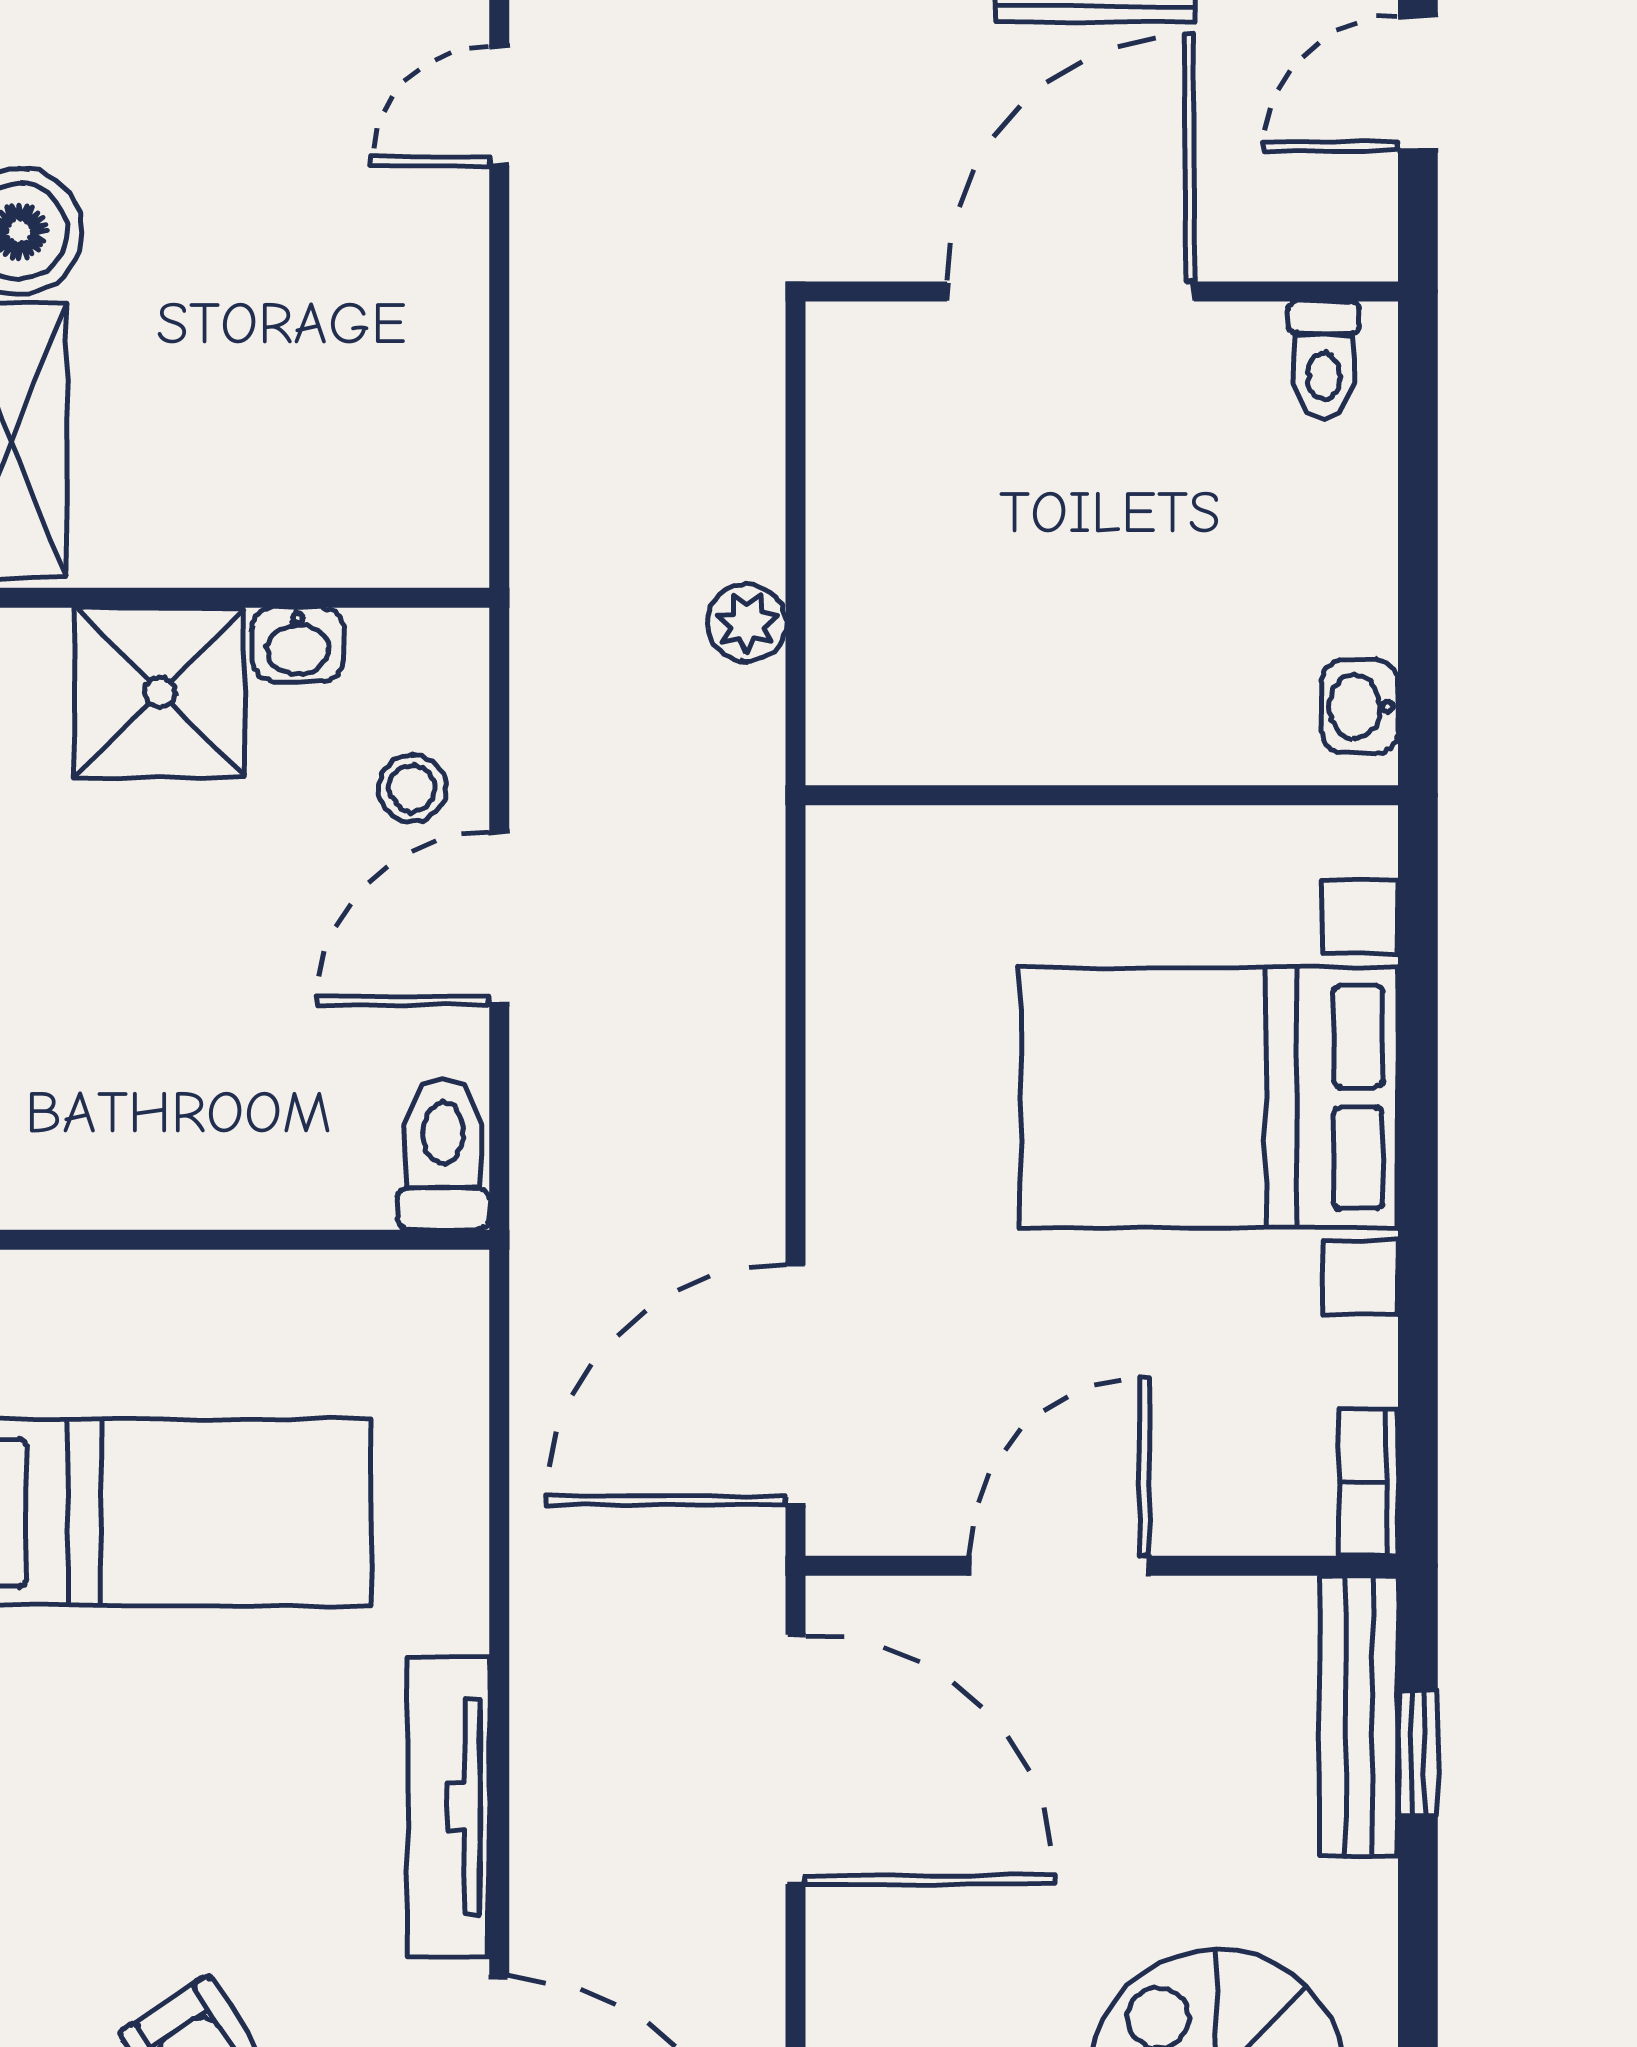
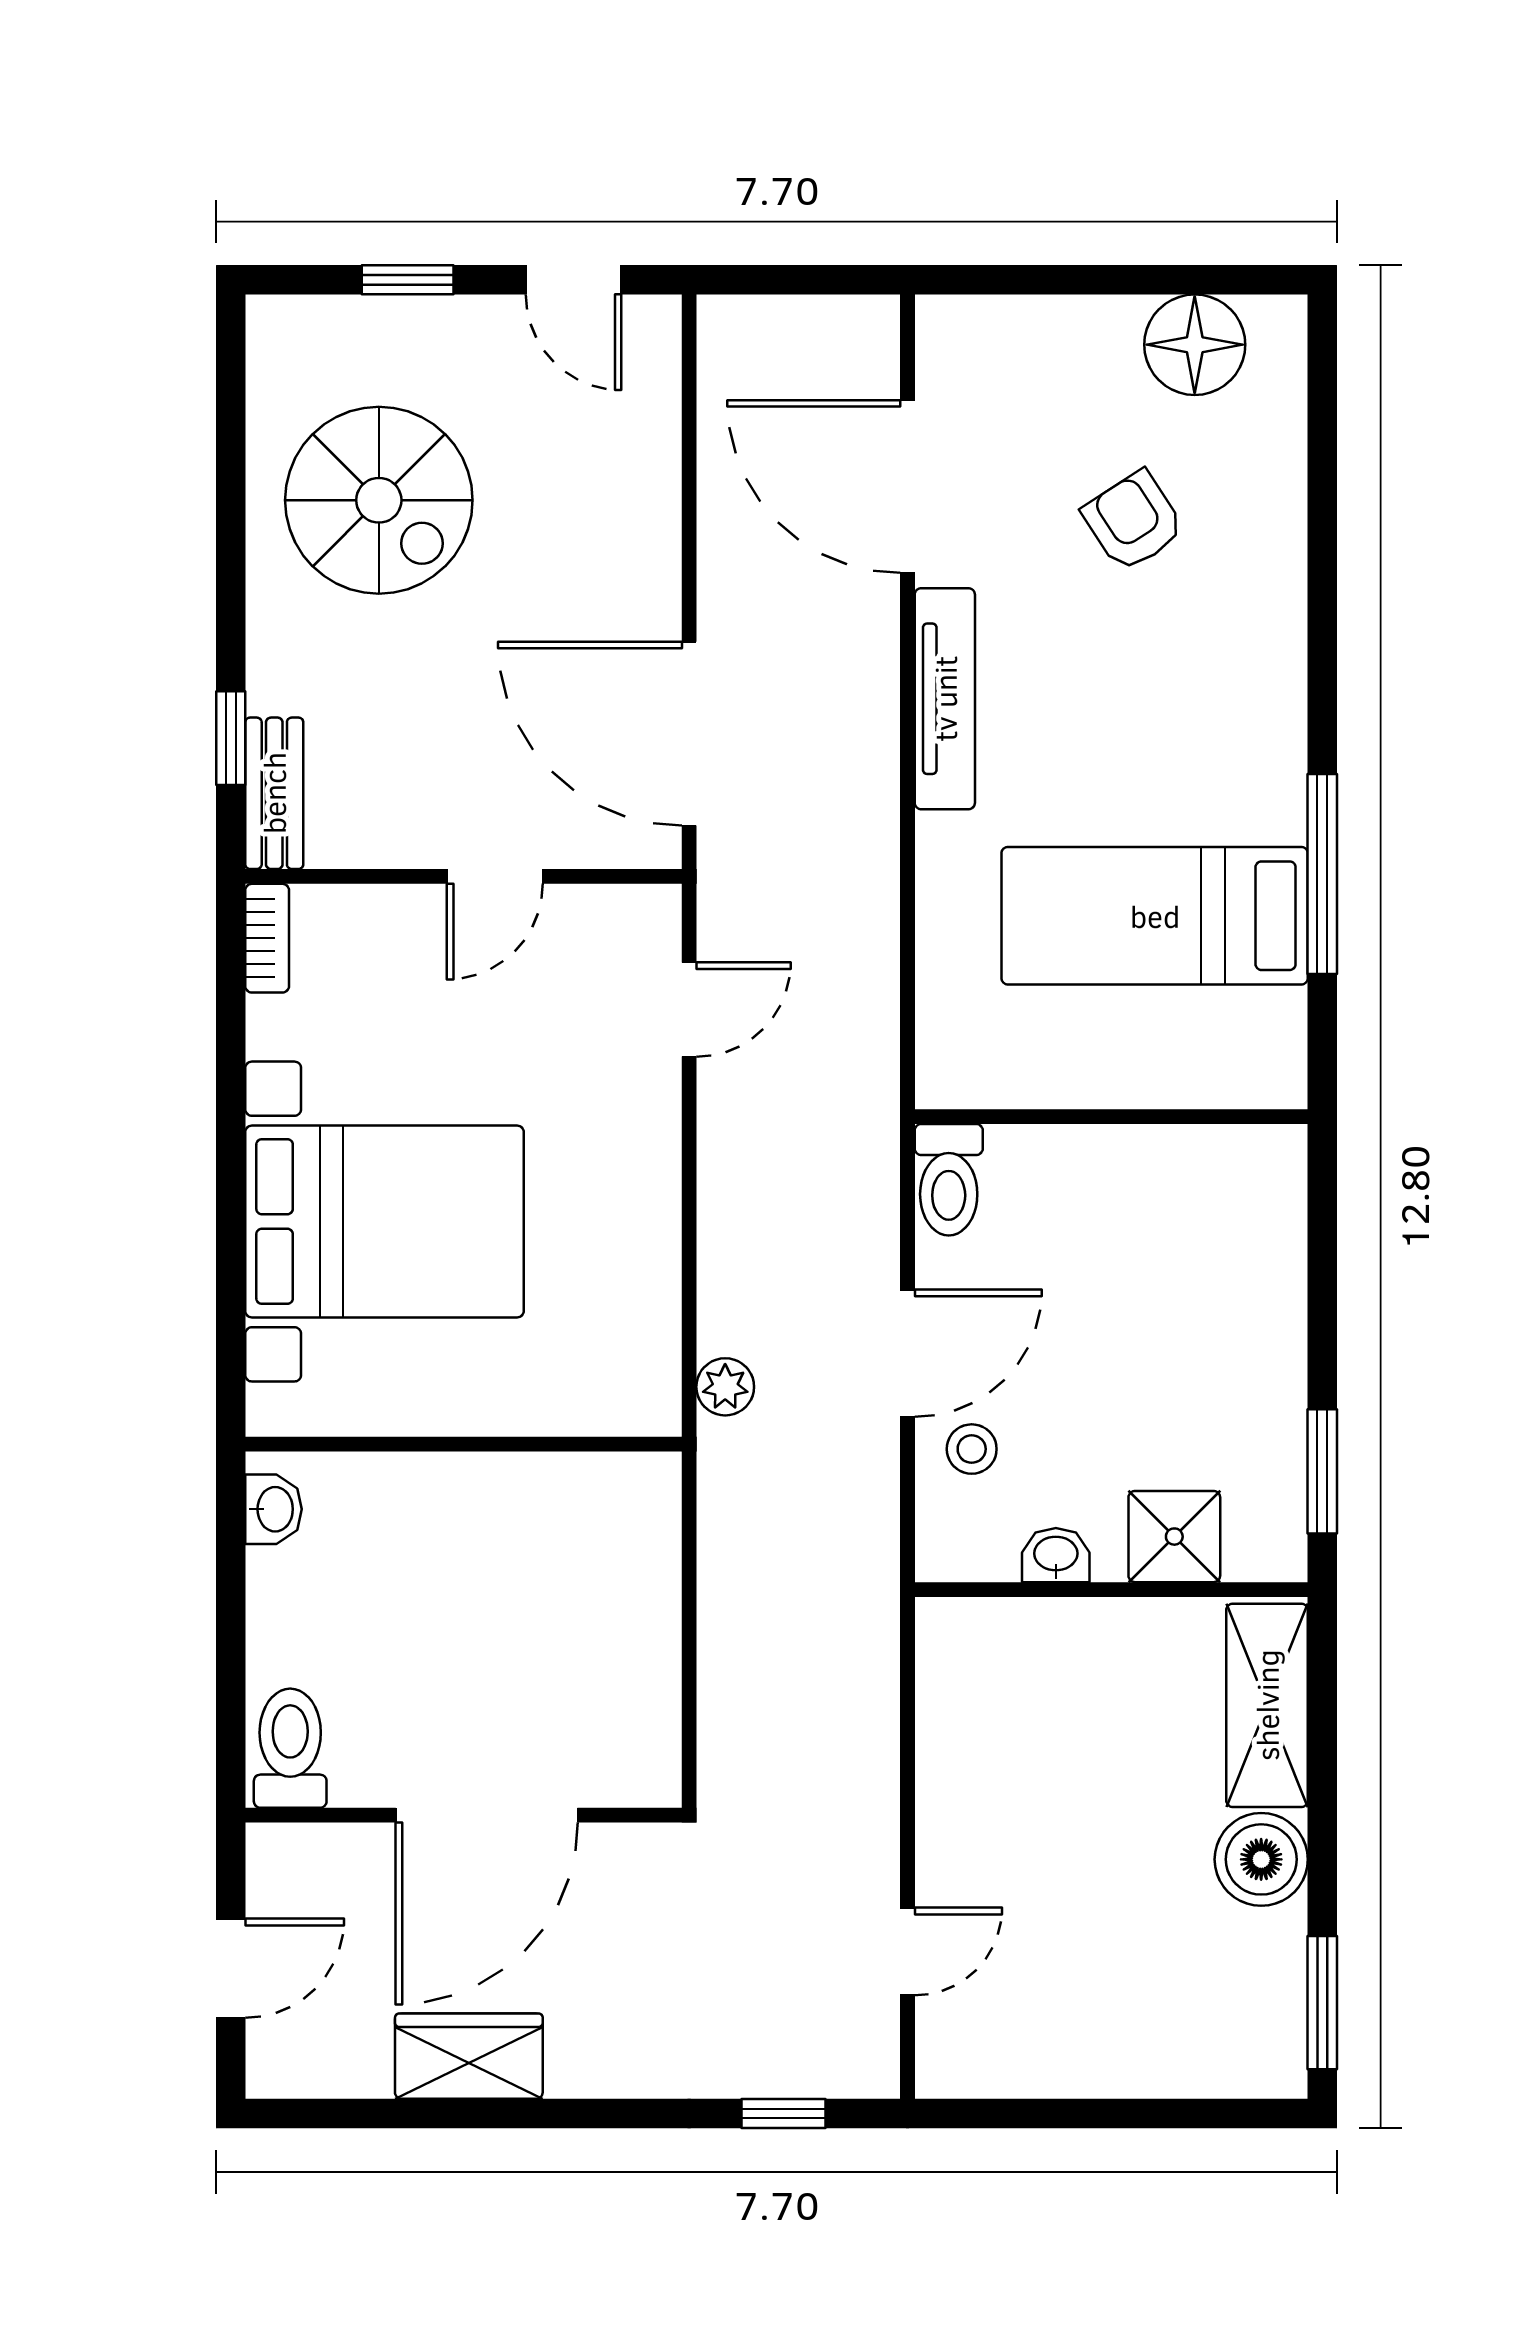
toilet: (1324, 360) -> (290, 1748), width x1.37, depth x1.39
plant: (747, 623) -> (725, 1387), moved
shower: (160, 692) -> (1174, 1537), width x0.73, depth x0.73
door: (795, 1385) -> (689, 1009), width x0.53
door: (1059, 1566) -> (495, 876), width x0.73
bench: (1359, 1716) -> (274, 793), width x0.73

